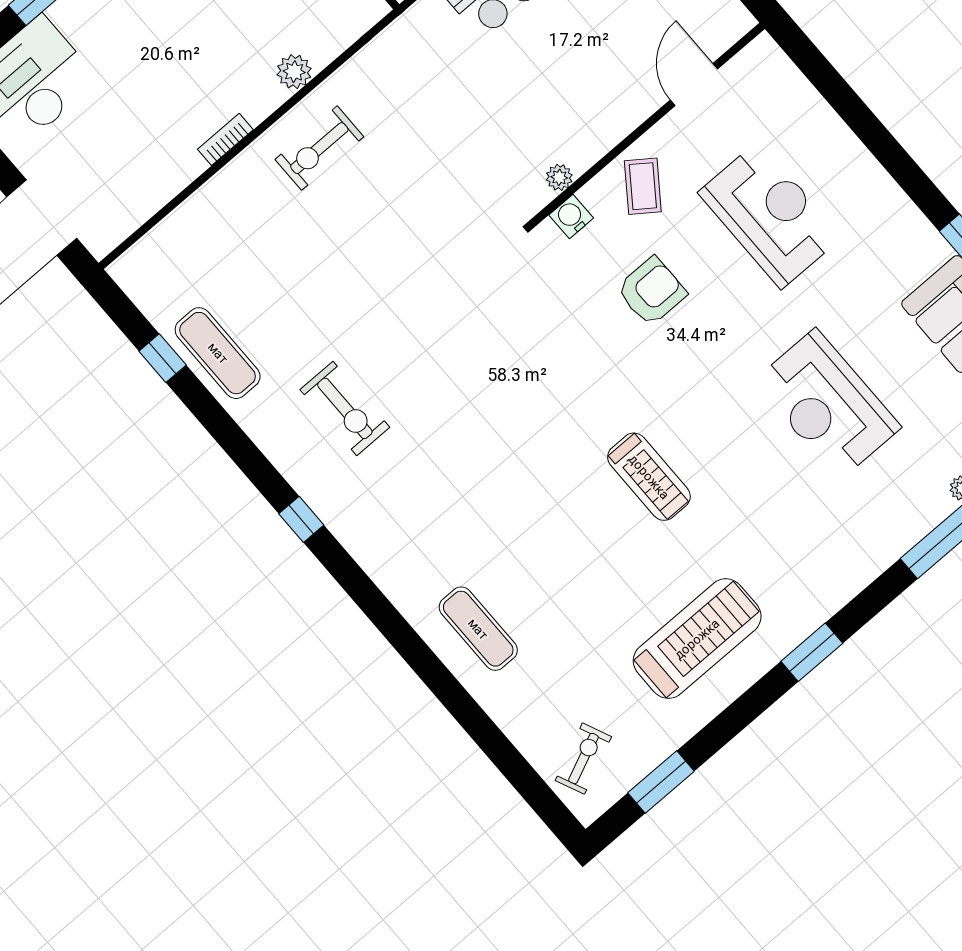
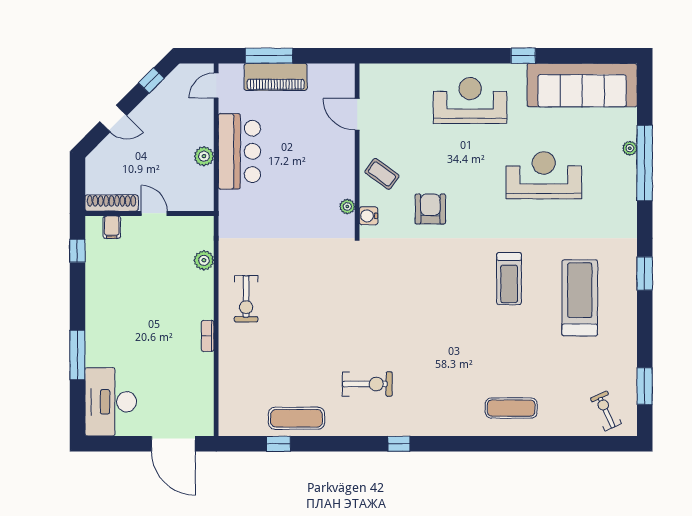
plant: (294, 72) -> (204, 260), moved
reception desk: (770, 215) -> (470, 101), moved
reception desk: (827, 404) -> (544, 175), turned 180
treadmill: (649, 477) -> (509, 279), turned 90
treadmill: (697, 639) -> (580, 298), moved

